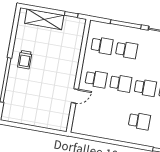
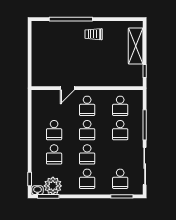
door: (75, 96) -> (67, 88), hinge flipped
school desk: (115, 117) -> (54, 130), added

